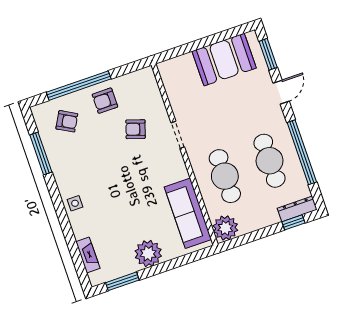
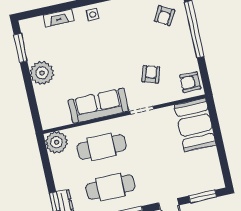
booth: (224, 60) -> (195, 125), moved
armchair: (105, 101) -> (190, 82), moved, turned -90
sofa: (188, 213) -> (98, 106), moved
fireplace: (88, 255) -> (59, 18), moved

